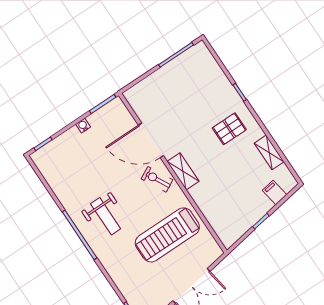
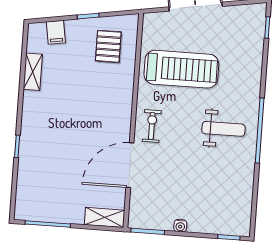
pallet: (229, 129) -> (108, 46), moved, turned 90
door: (151, 140) -> (130, 165), swing flipped
shelving: (183, 171) -> (105, 217), moved, turned 90
exercise bike: (157, 179) -> (152, 126), turned -152
weight bench: (106, 216) -> (223, 129), turned 90

